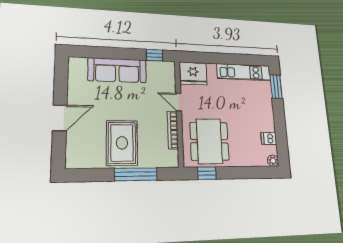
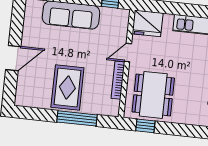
door: (179, 102) -> (128, 53), hinge flipped

